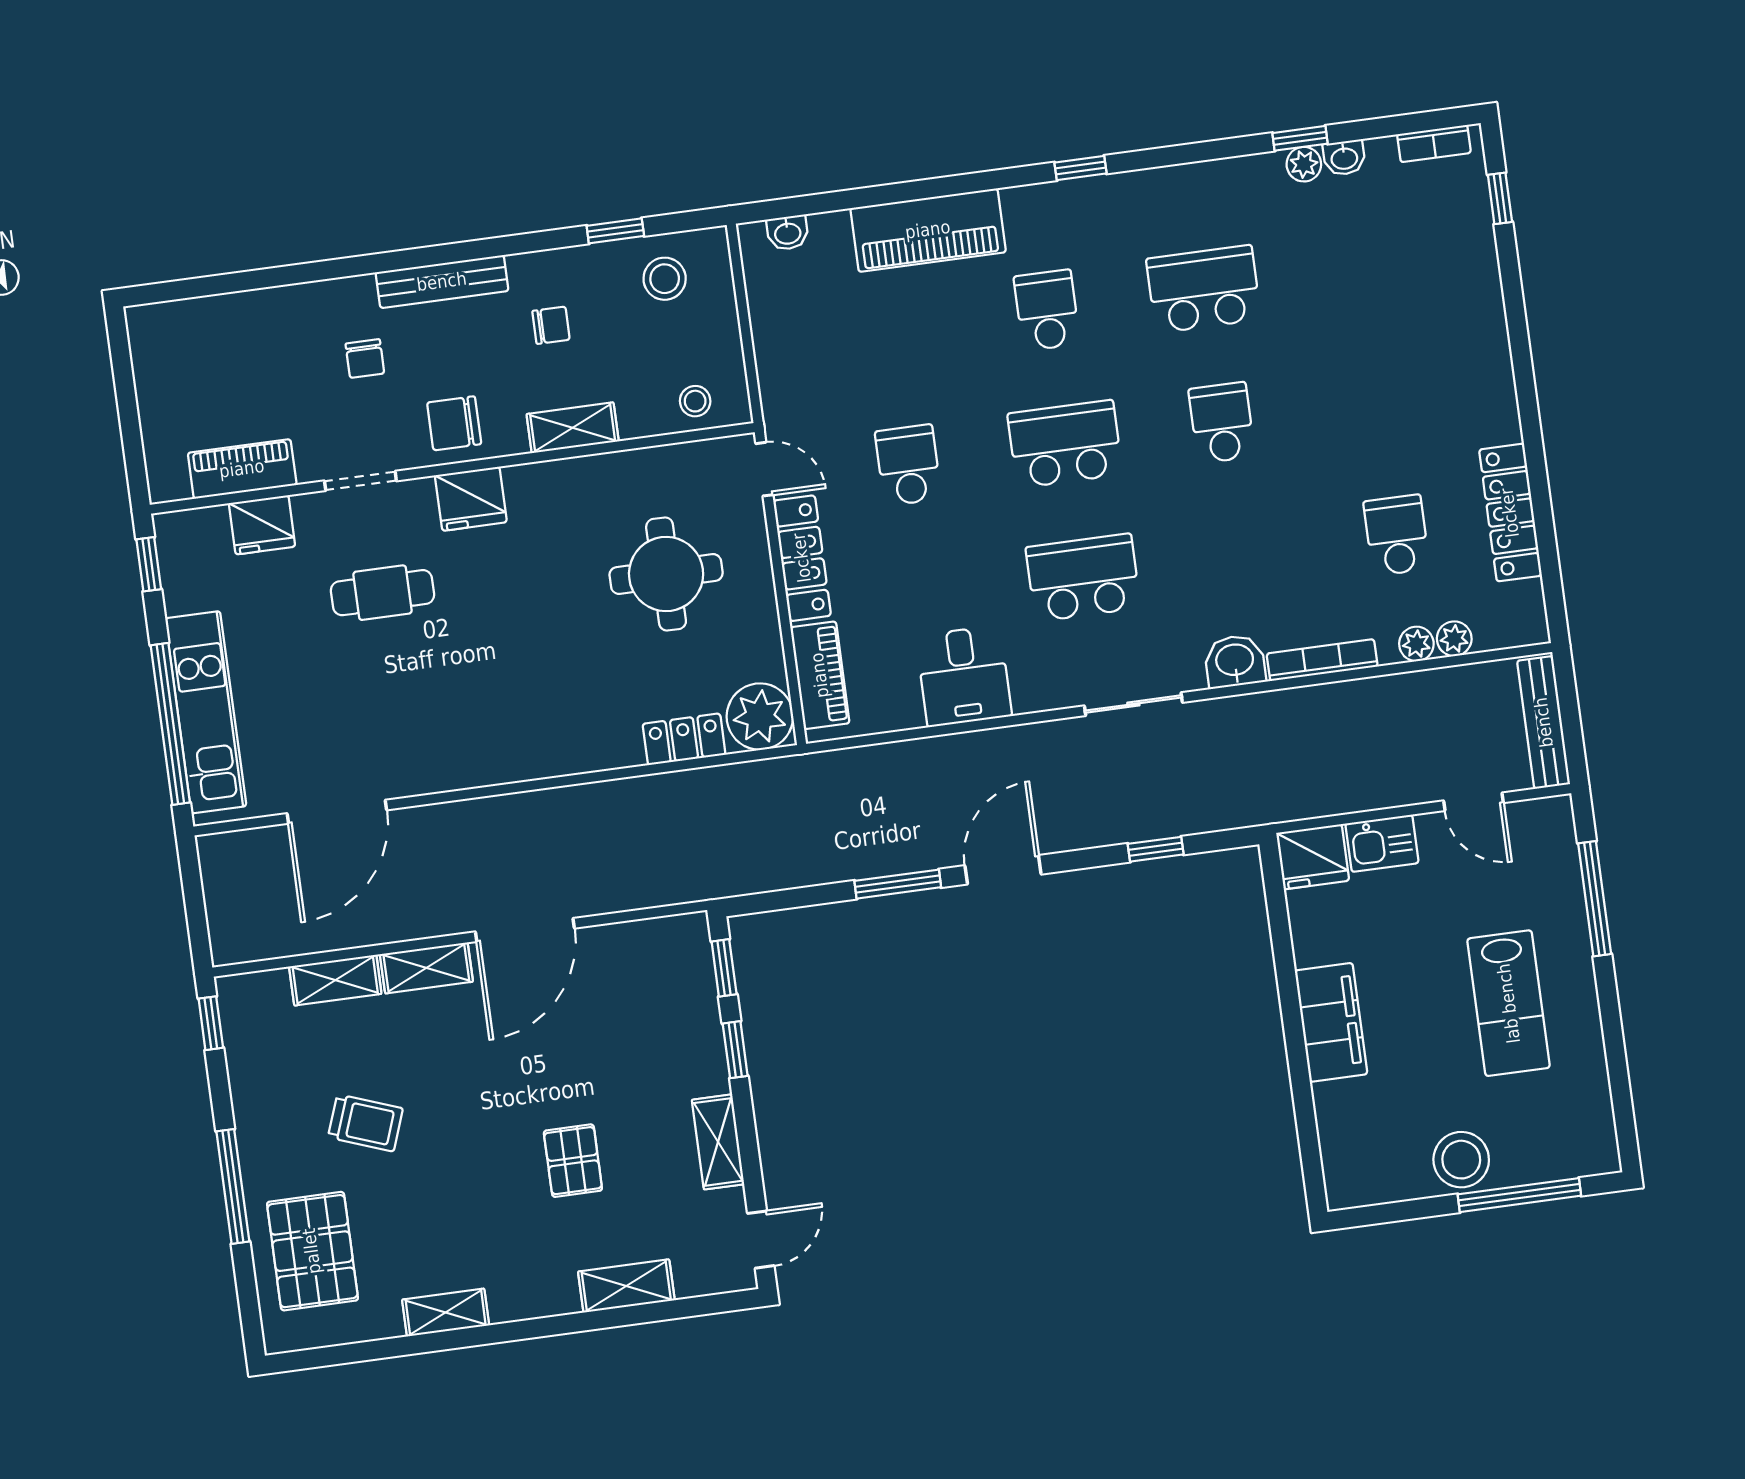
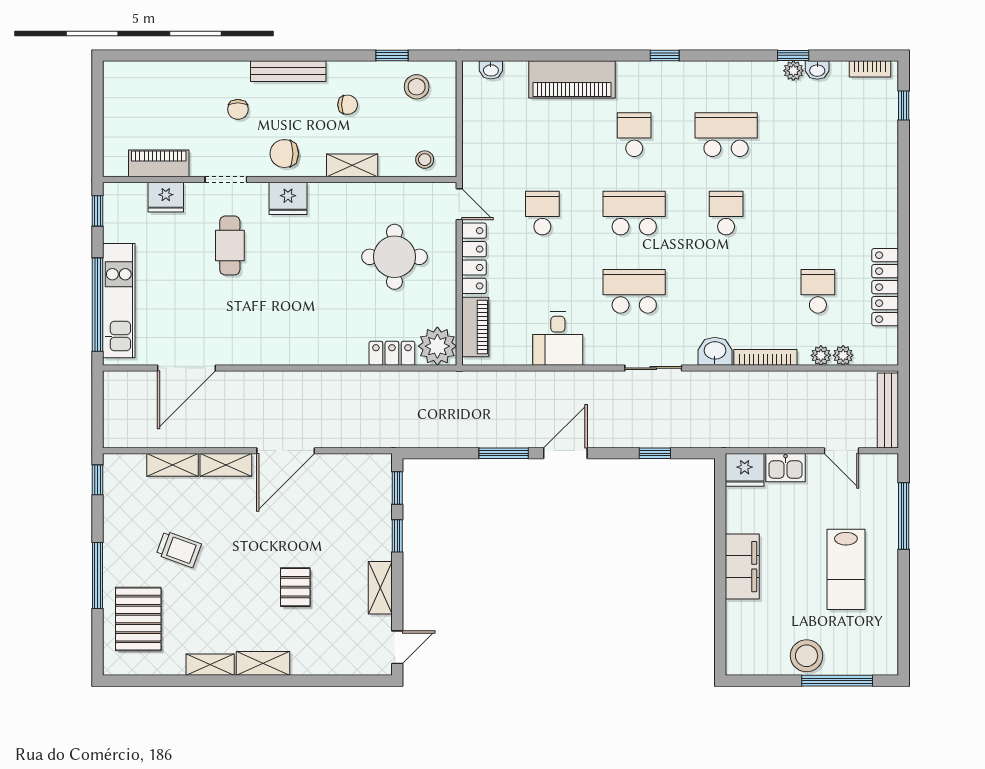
cafe table: (382, 593) -> (230, 245), turned 90
shelving: (626, 1286) -> (263, 663), moved

